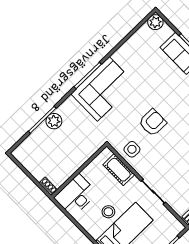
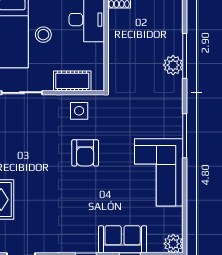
corner sofa: (103, 89) -> (159, 172), moved

